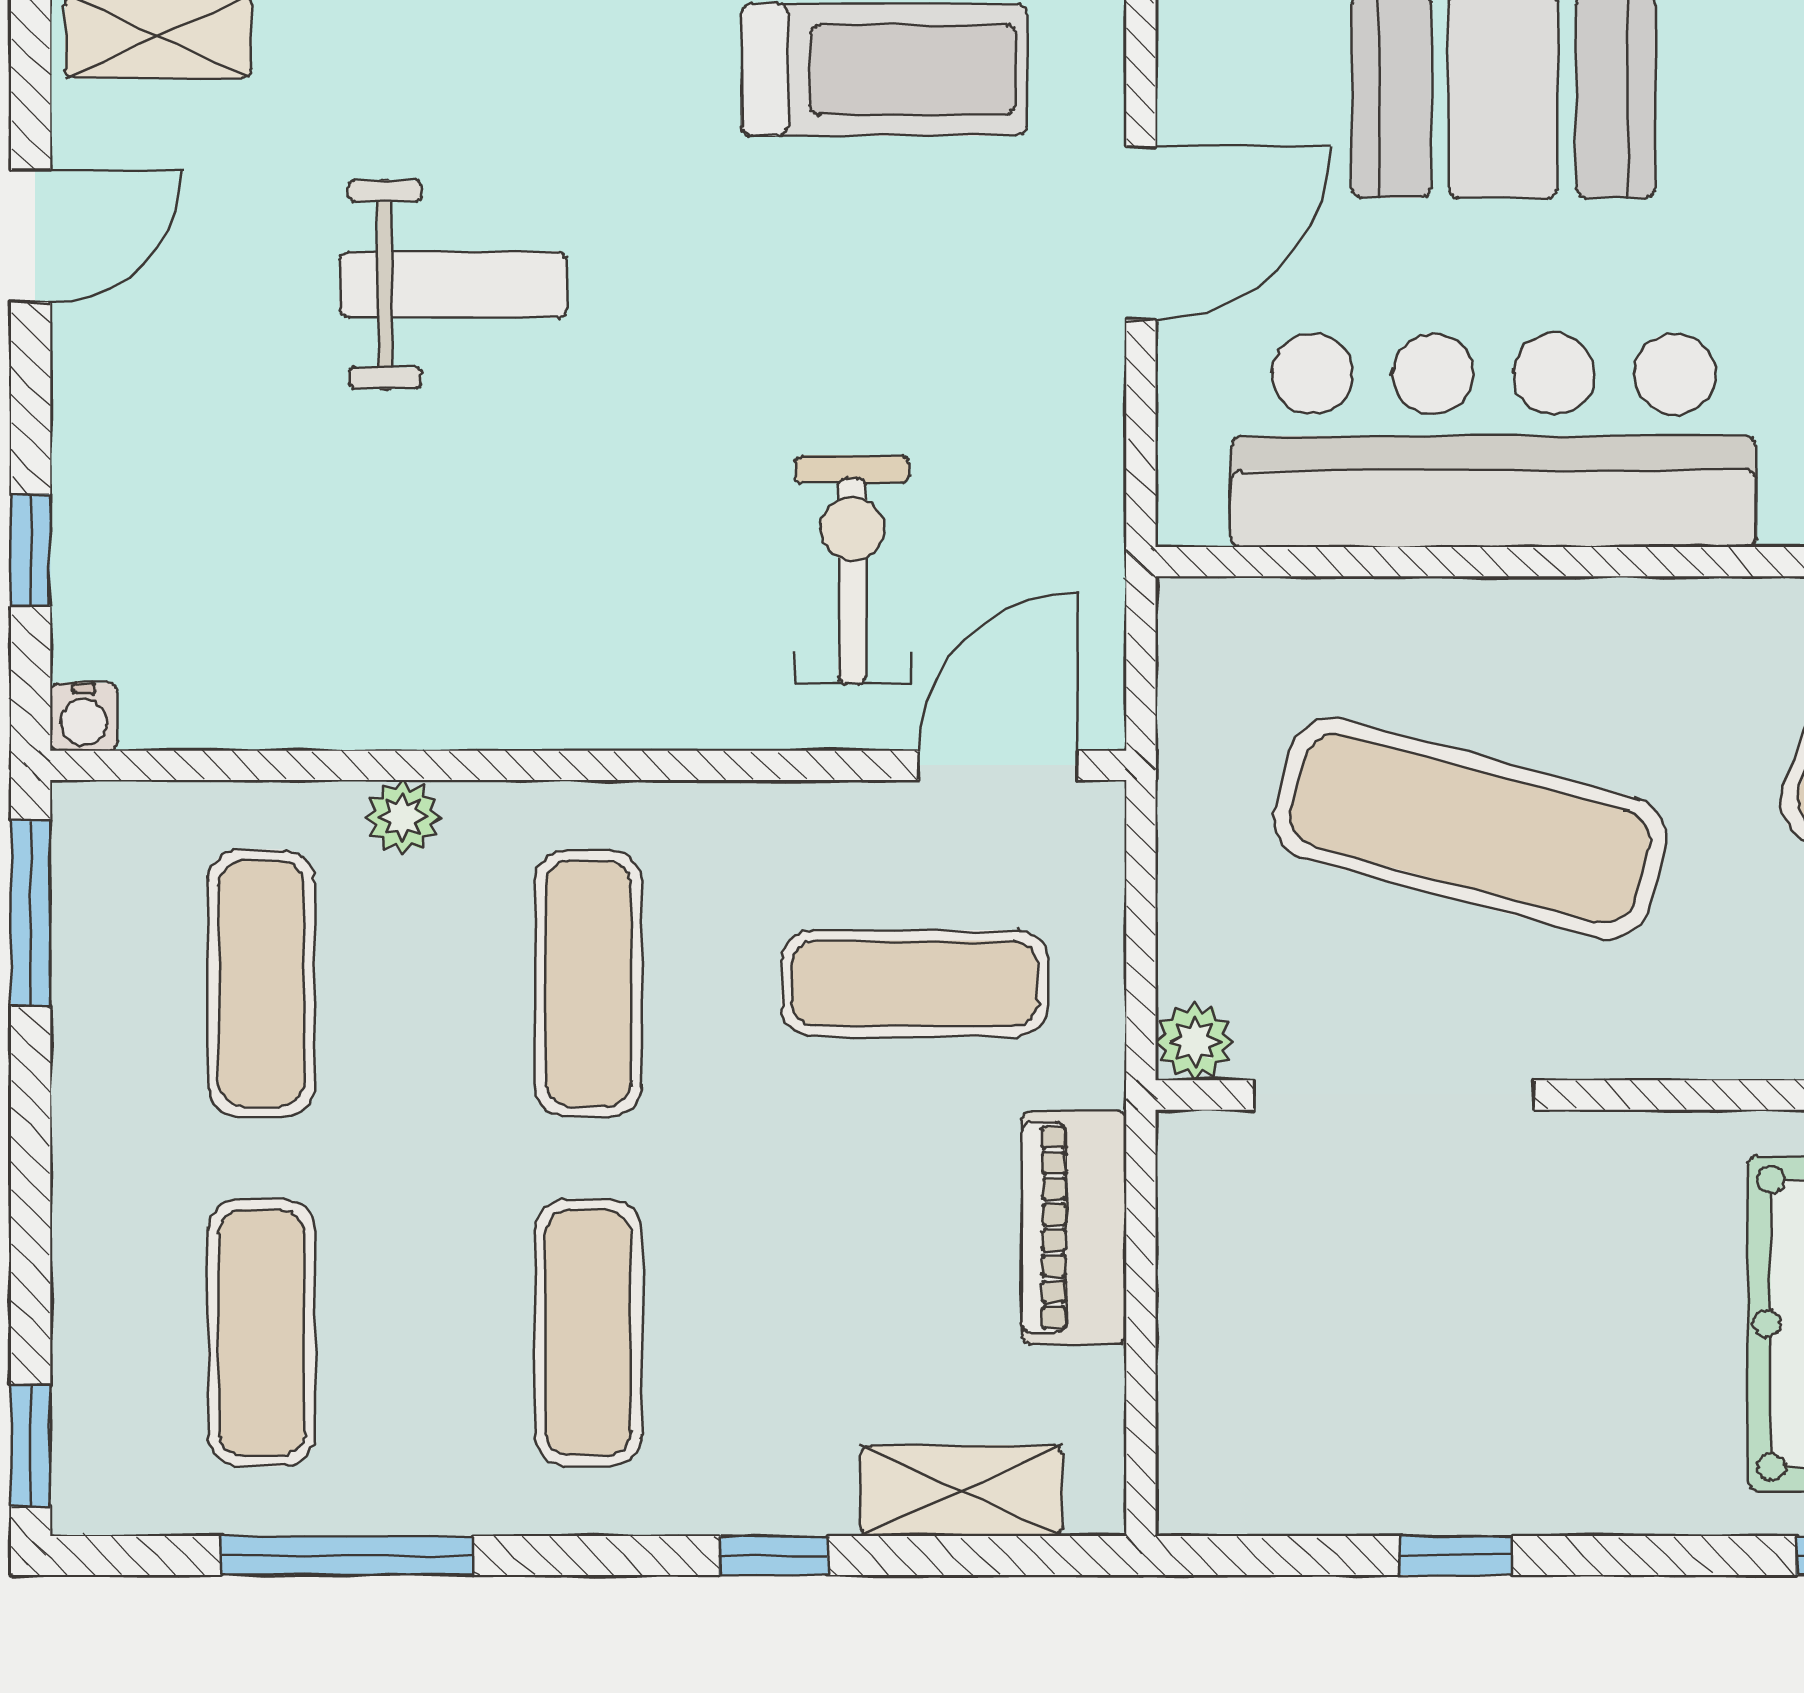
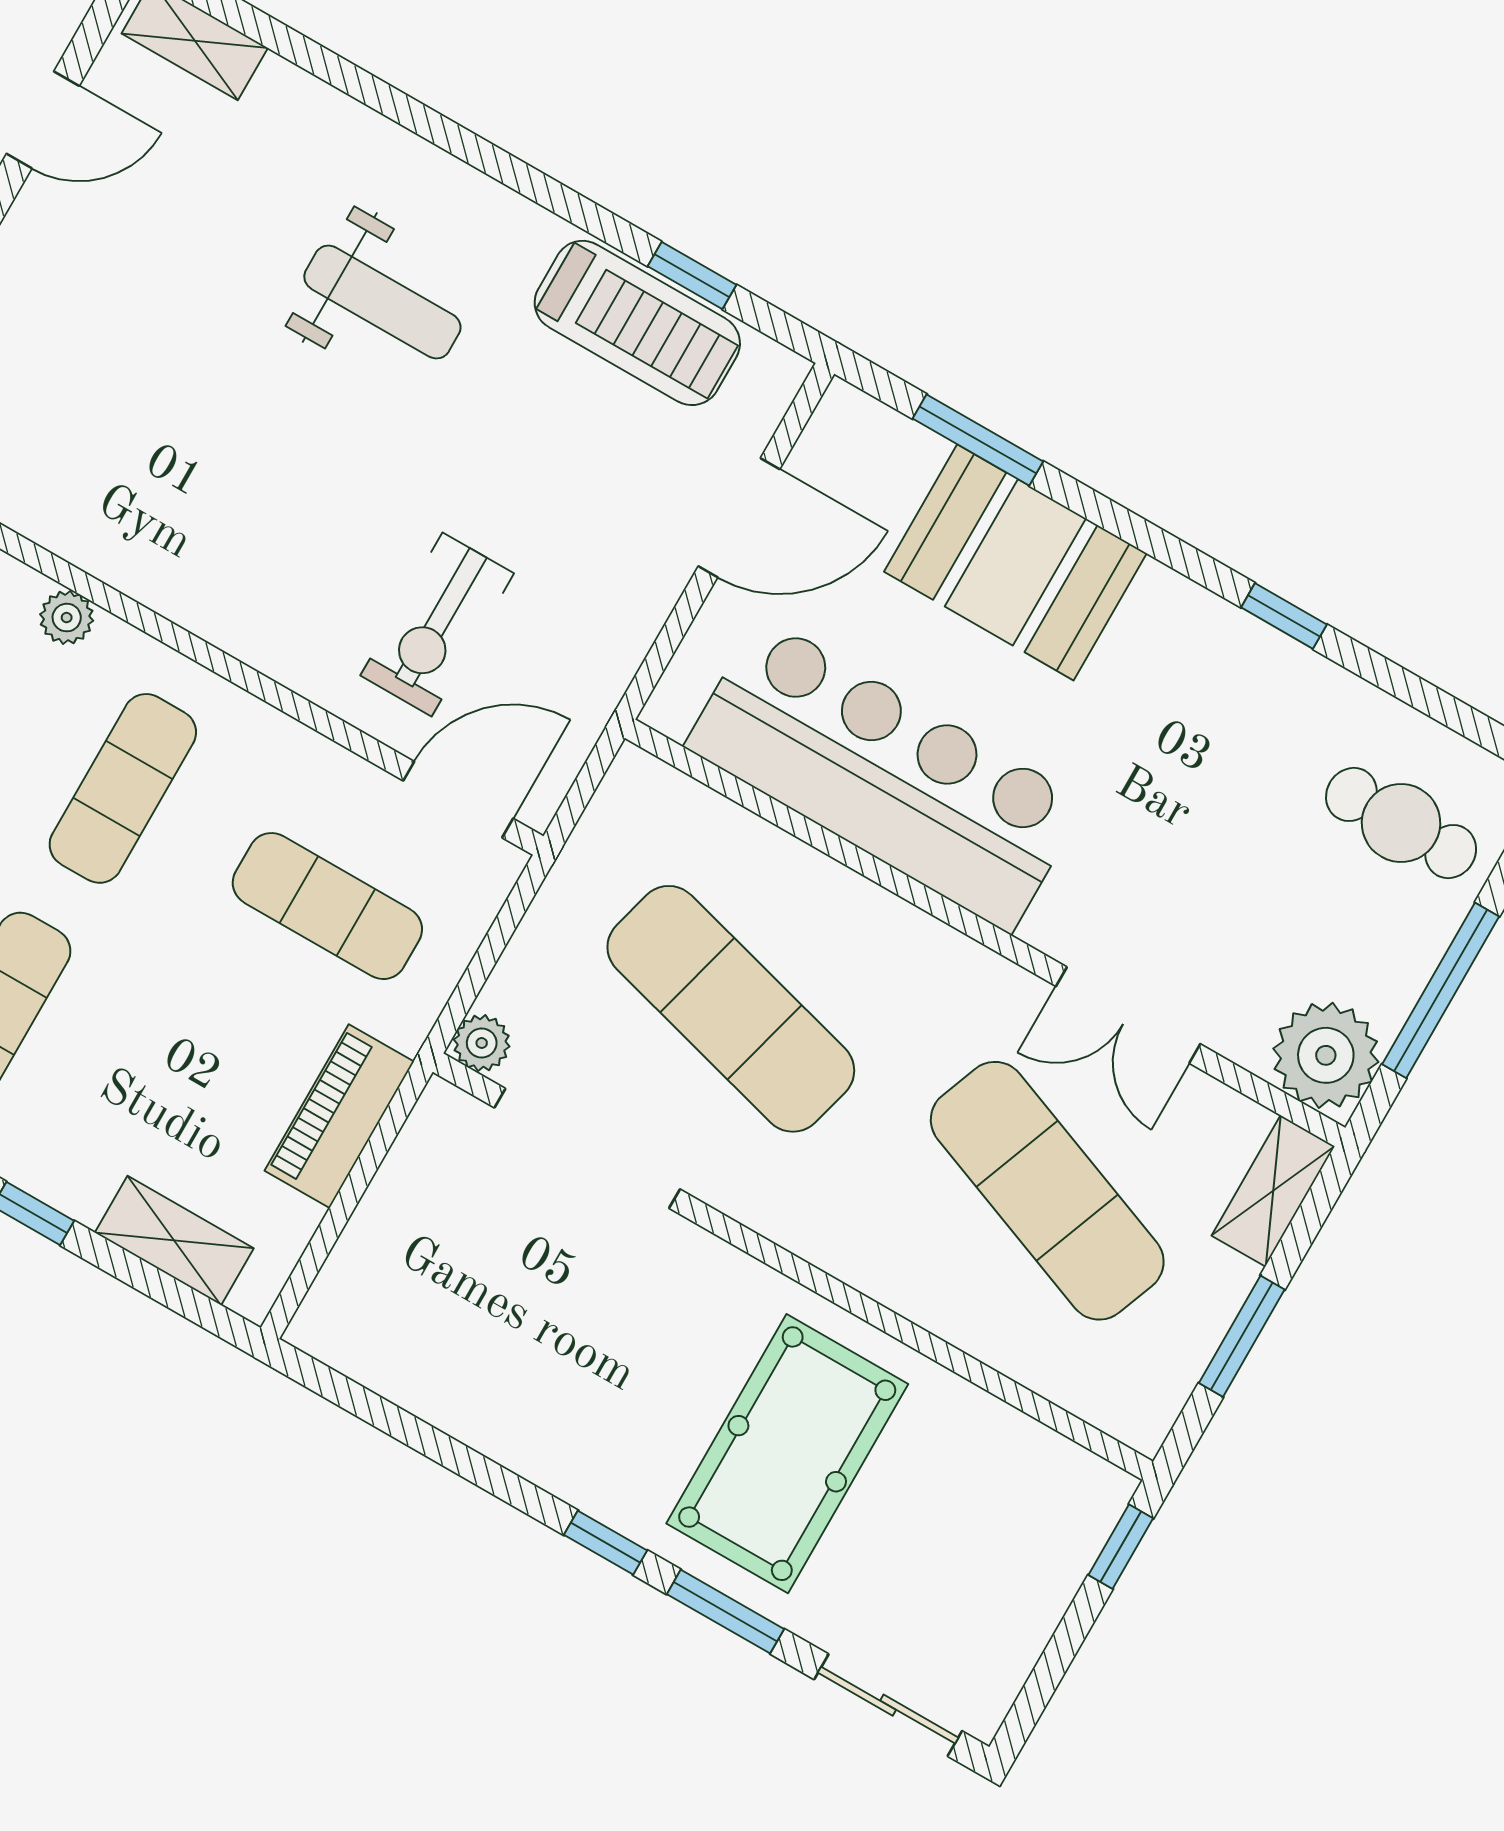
weight bench: (453, 285) -> (382, 302), moved
exercise bike: (852, 570) -> (437, 624), turned 180
window: (1456, 1556) -> (606, 1543), moved

